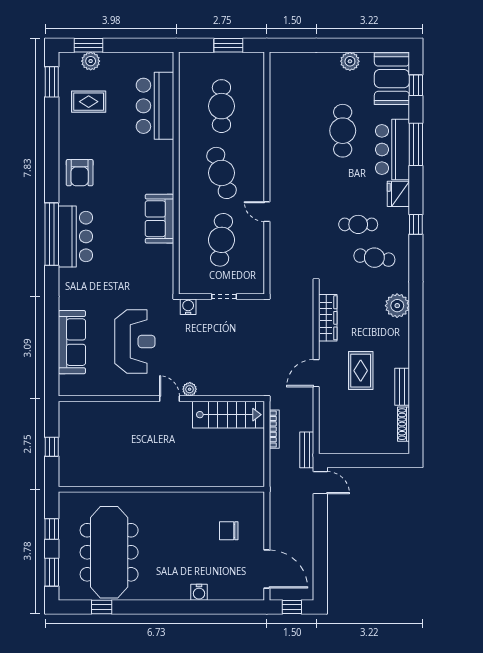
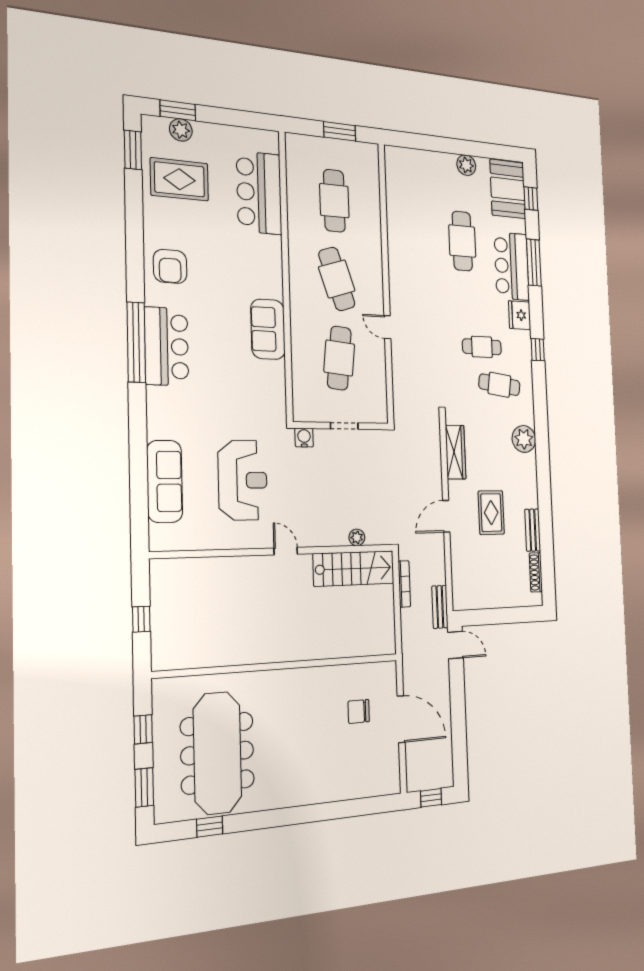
rug: (89, 102) -> (179, 179), width x1.36, depth x1.43
plant: (190, 389) -> (357, 537), moved
door: (267, 569) -> (401, 719), moved
water cooler: (199, 592) -> (327, 793), removed

